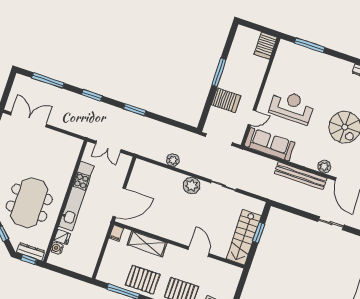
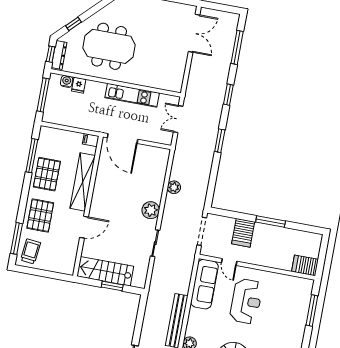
kitchen unit: (76, 196) -> (132, 95), width x0.73
shelving: (147, 244) -> (83, 182), width x1.47
window: (67, 272) -> (43, 95), added

